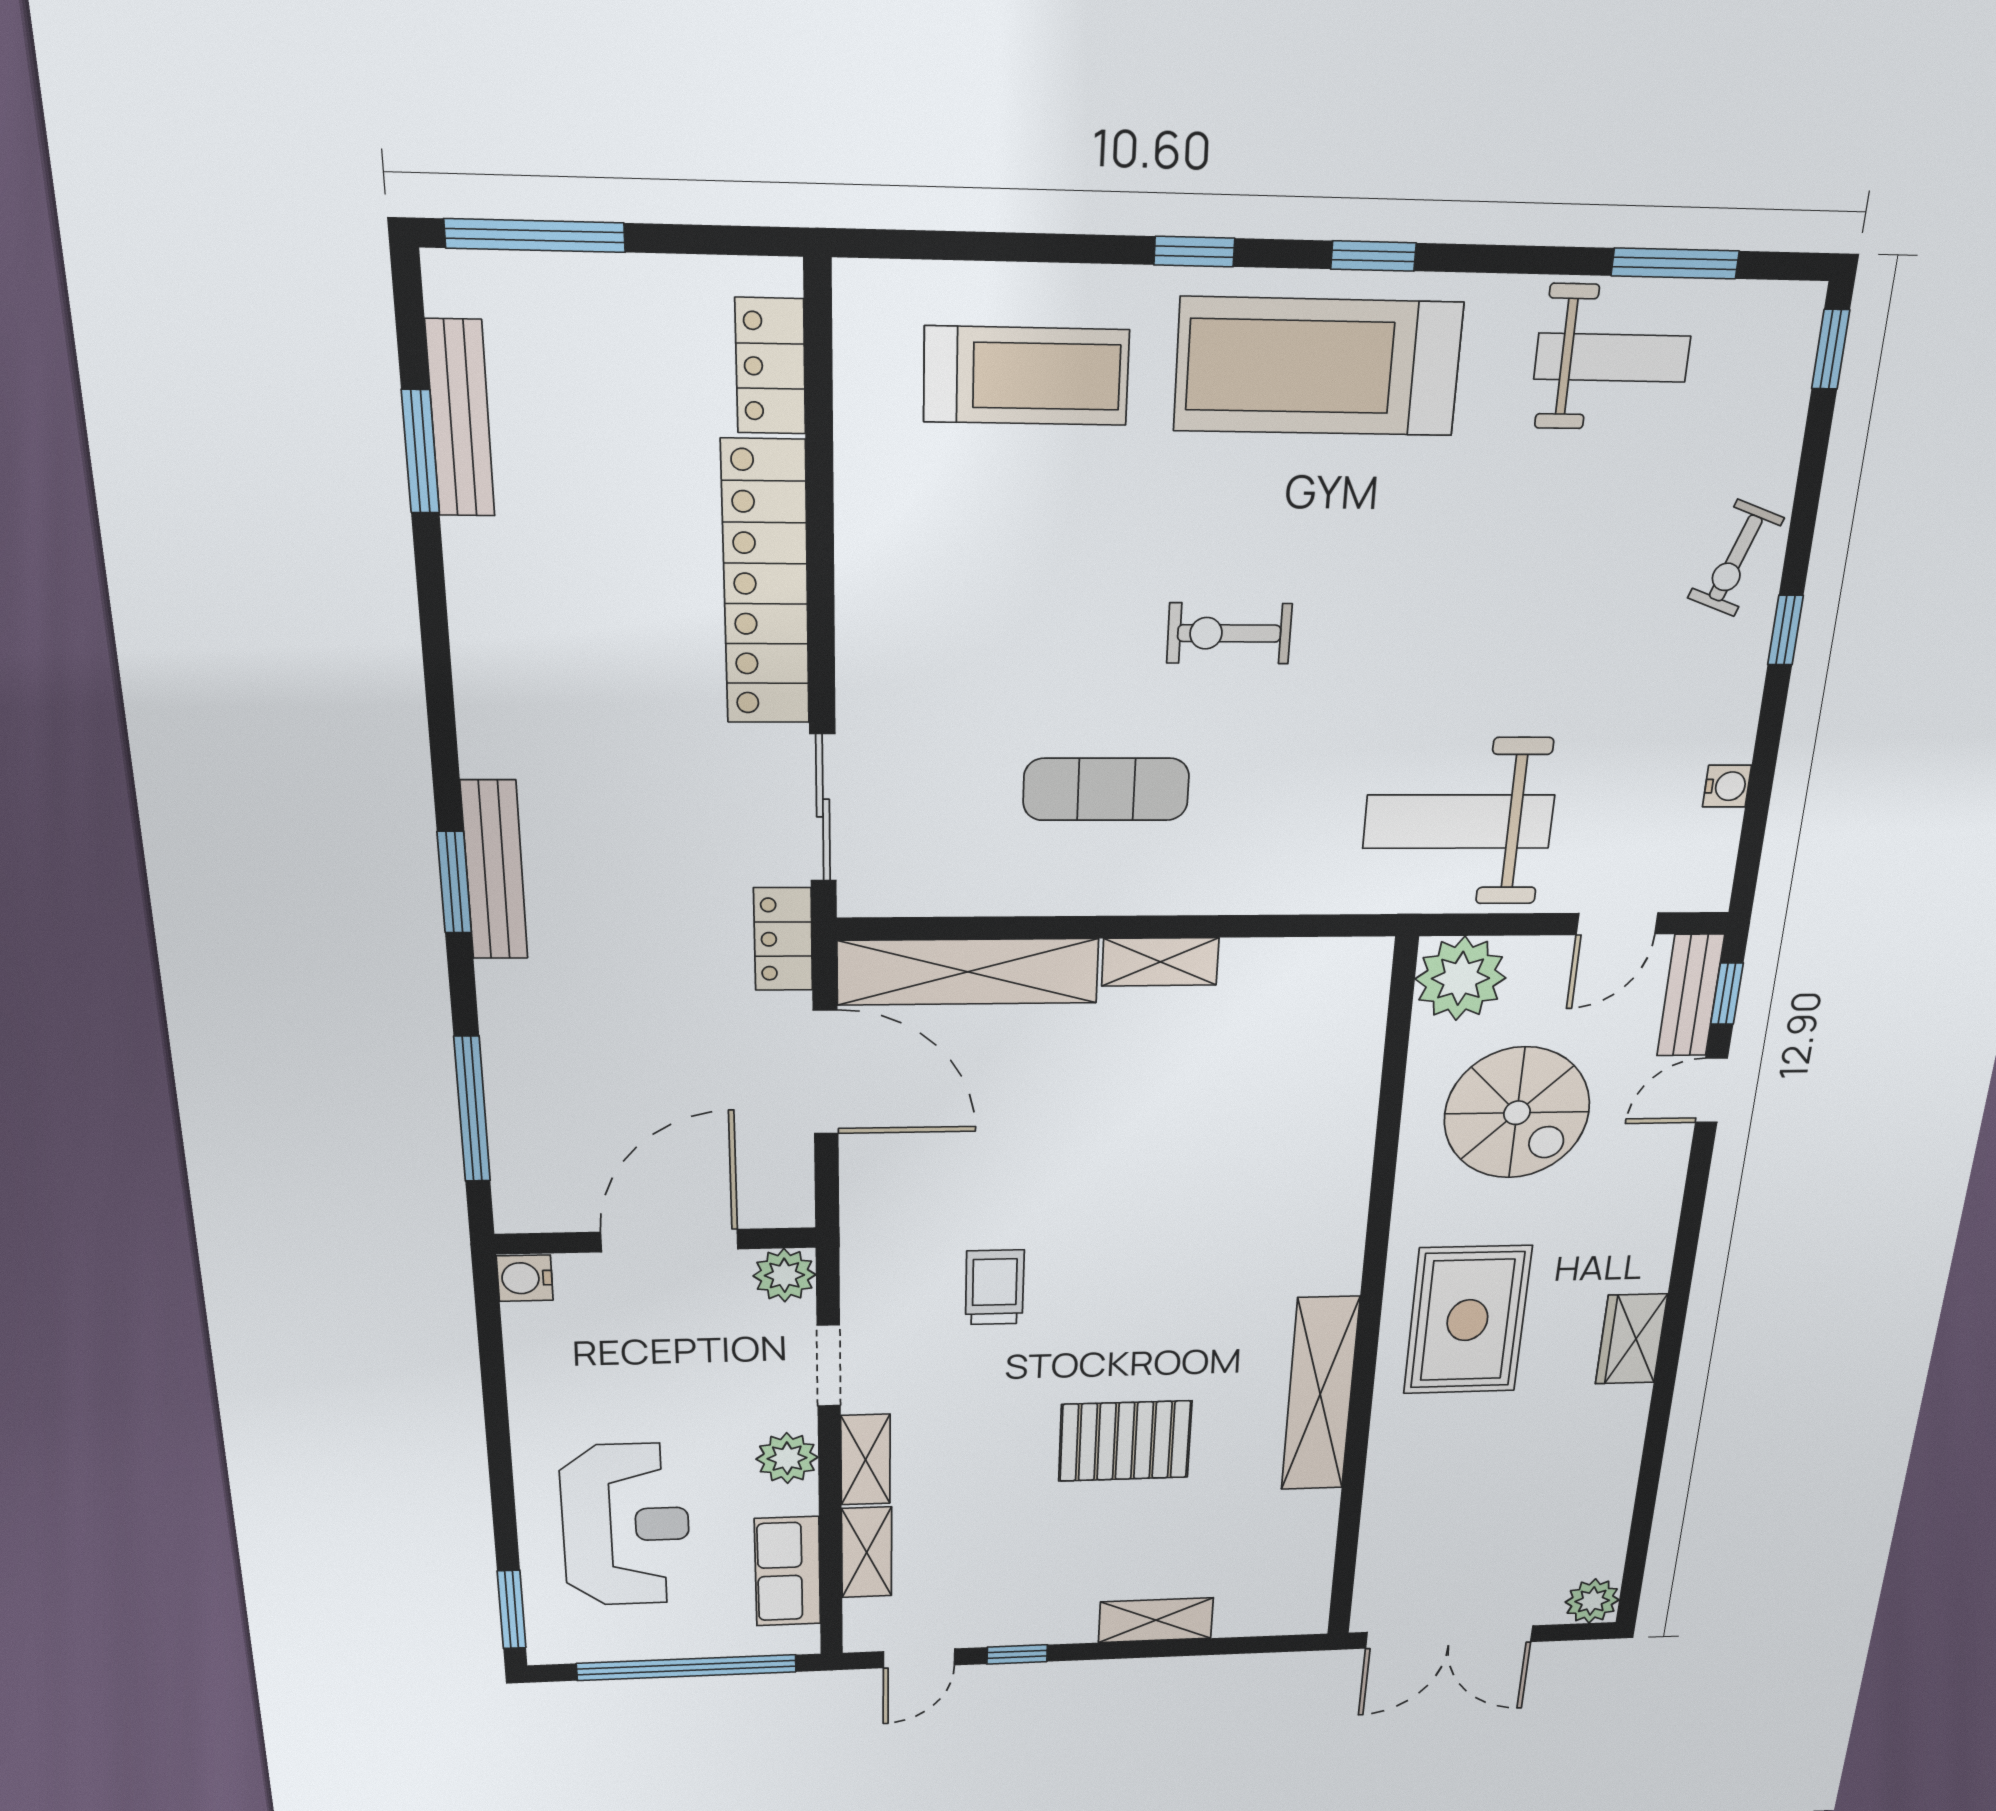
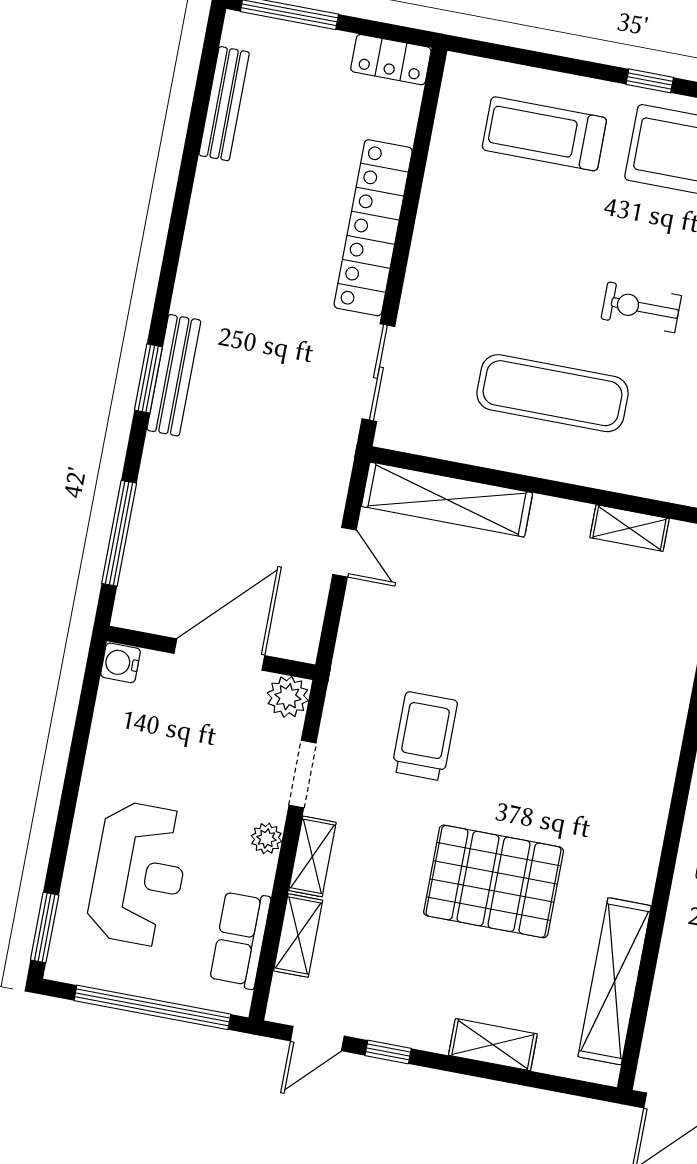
locker: (770, 366) -> (391, 60), moved, turned -90
treadmill: (1026, 376) -> (544, 134), turned 180
window: (420, 452) -> (198, 118), removed
exercise mat: (1106, 789) -> (552, 393), width x1.36, depth x1.45
locker: (783, 939) -> (337, 455), removed
shelving: (1160, 962) -> (630, 528), moved
door: (826, 1072) -> (345, 552), width x0.53
trolley: (995, 1287) -> (424, 736), width x1.36, depth x1.39
shelving: (1320, 1394) -> (615, 981), moved
pallet: (1125, 1441) -> (494, 881), width x1.37, depth x1.41
plant: (787, 1458) -> (266, 838), width x0.73, depth x0.73

